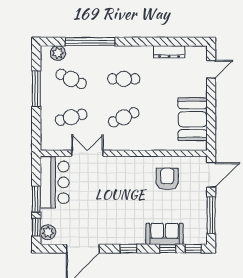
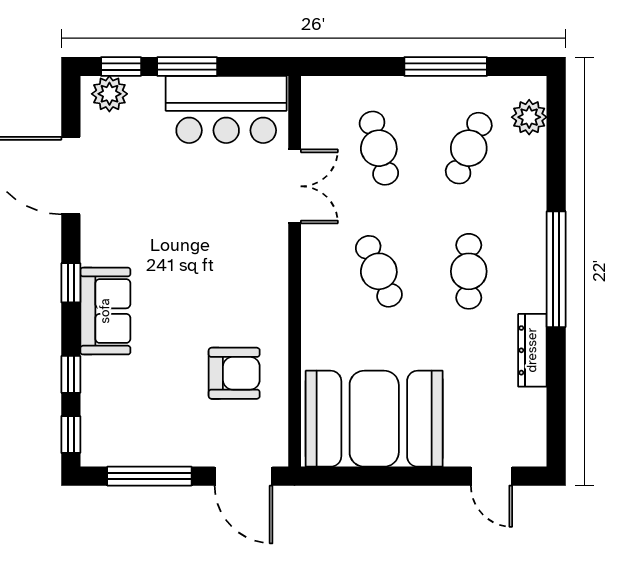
window: (90, 42) -> (556, 269), moved
dresser: (169, 52) -> (532, 350), moved
booth: (193, 119) -> (374, 419), width x1.36, depth x1.42
sofa: (165, 234) -> (105, 311), moved

